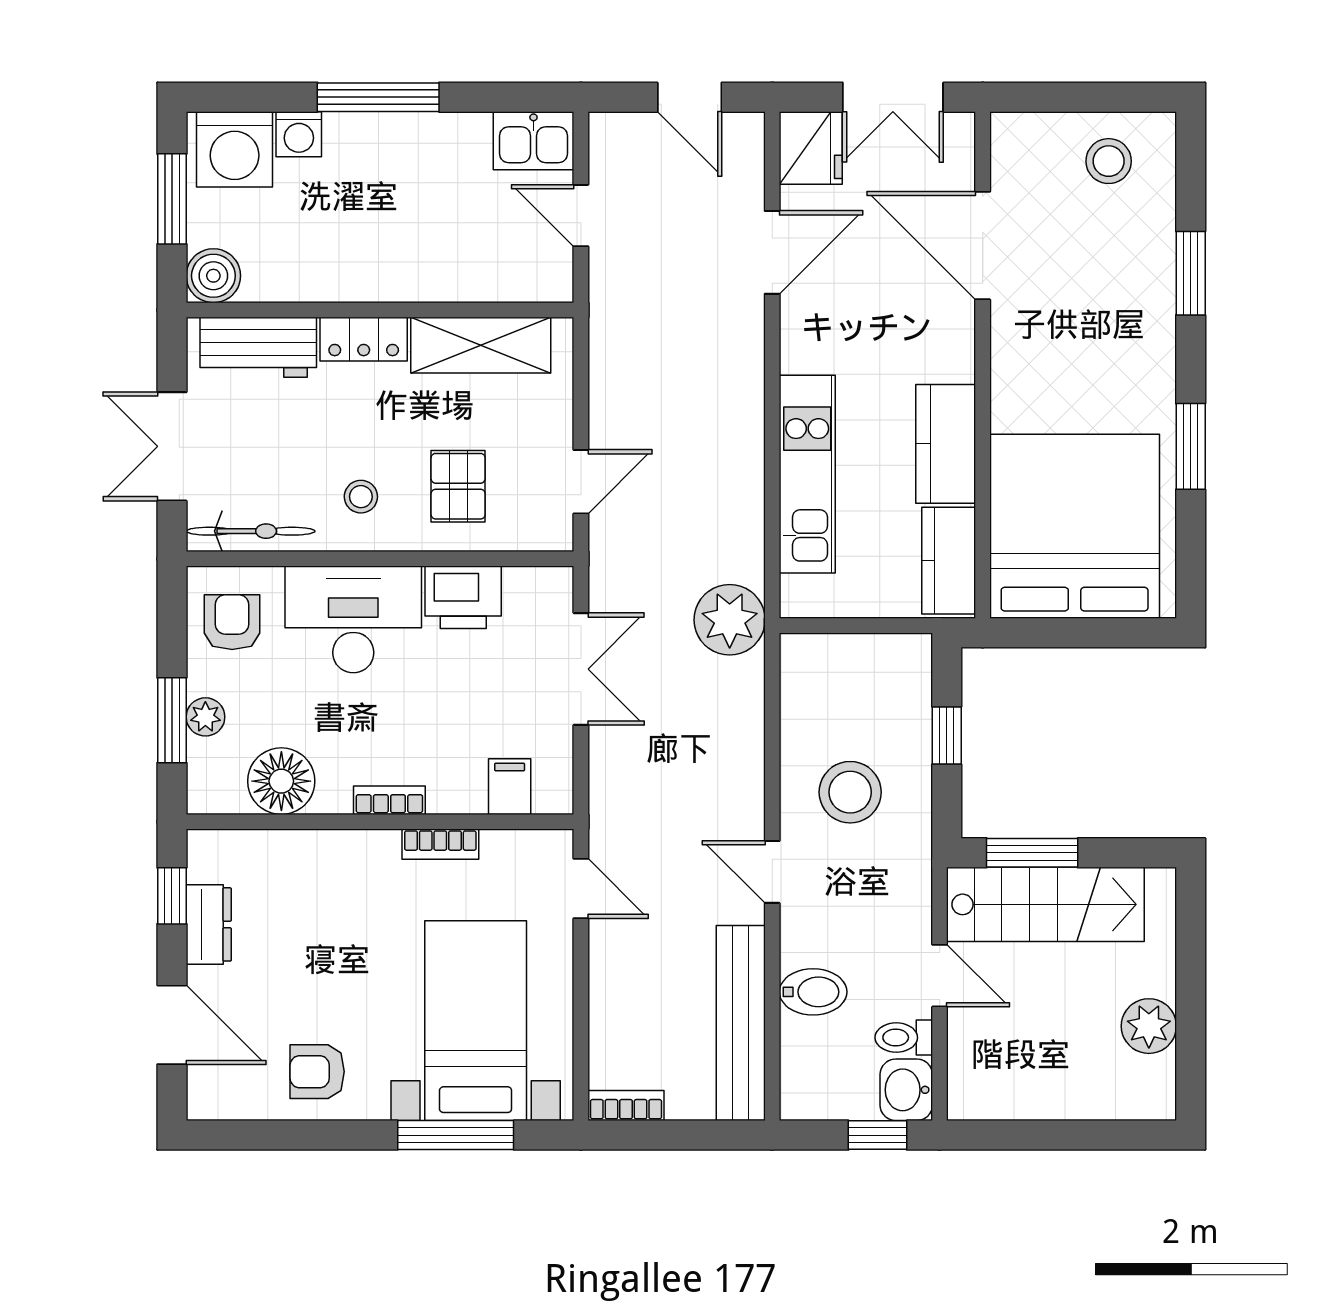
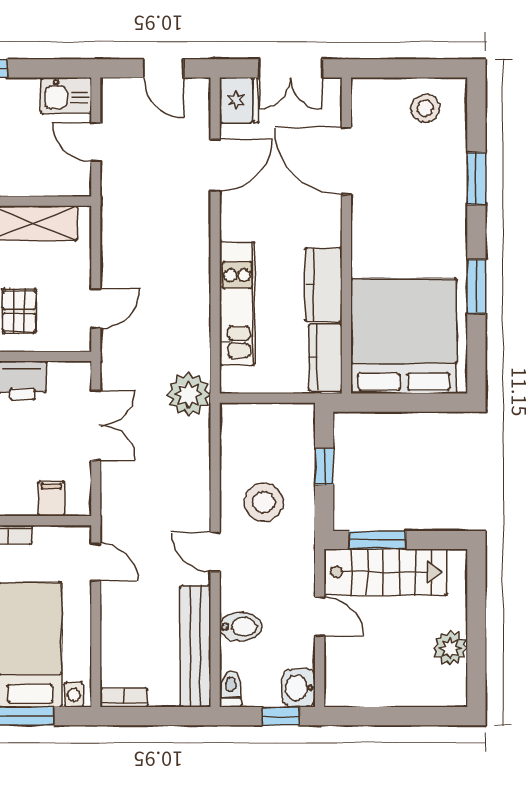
toilet: (904, 1038) -> (231, 689), moved, turned 90

